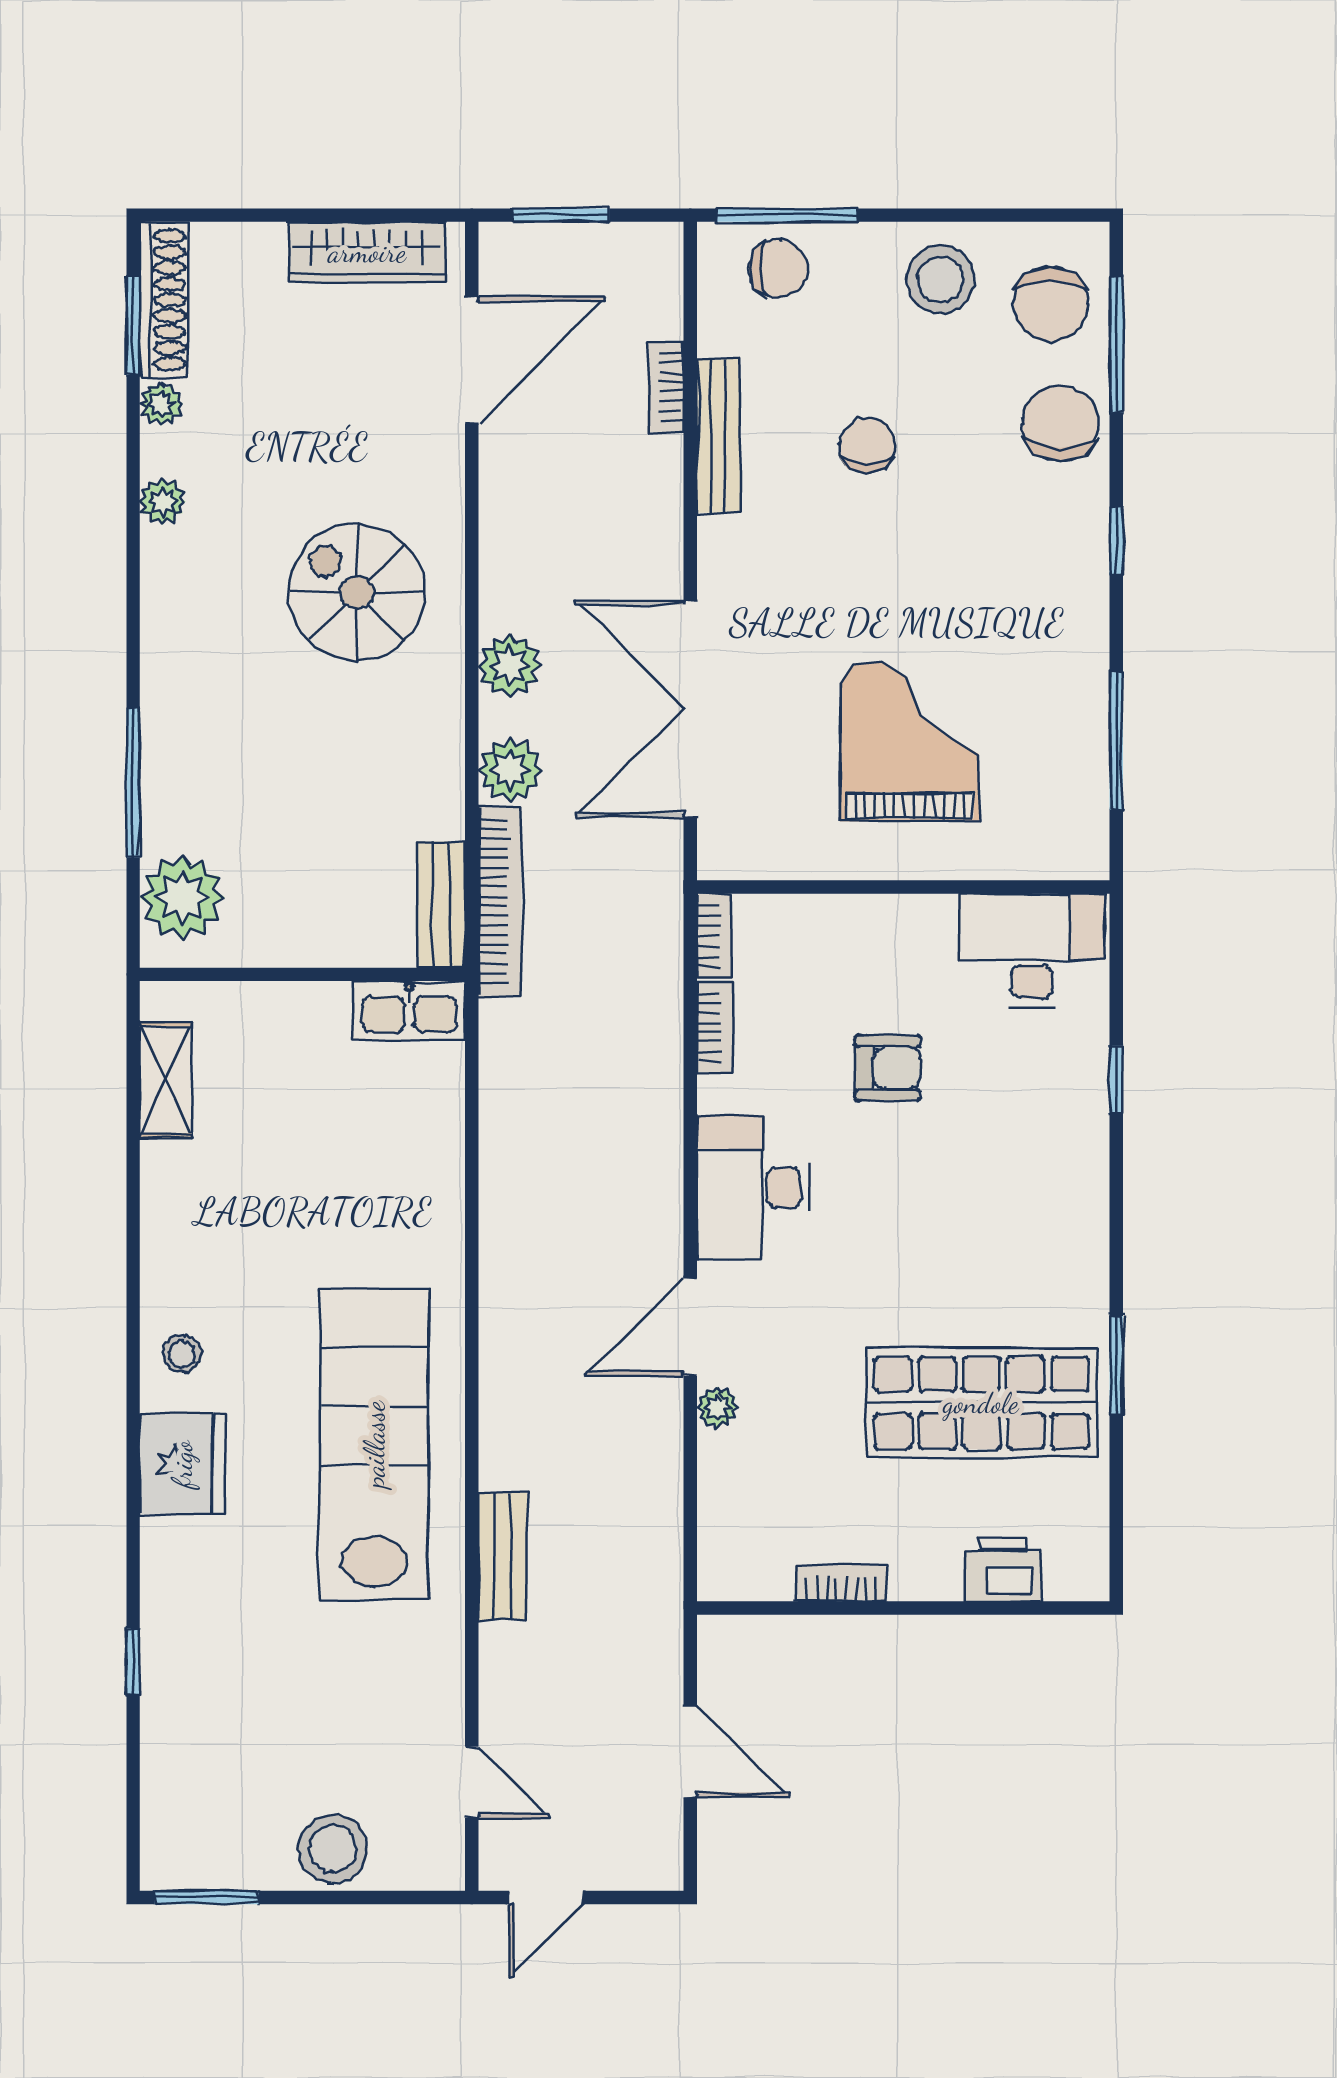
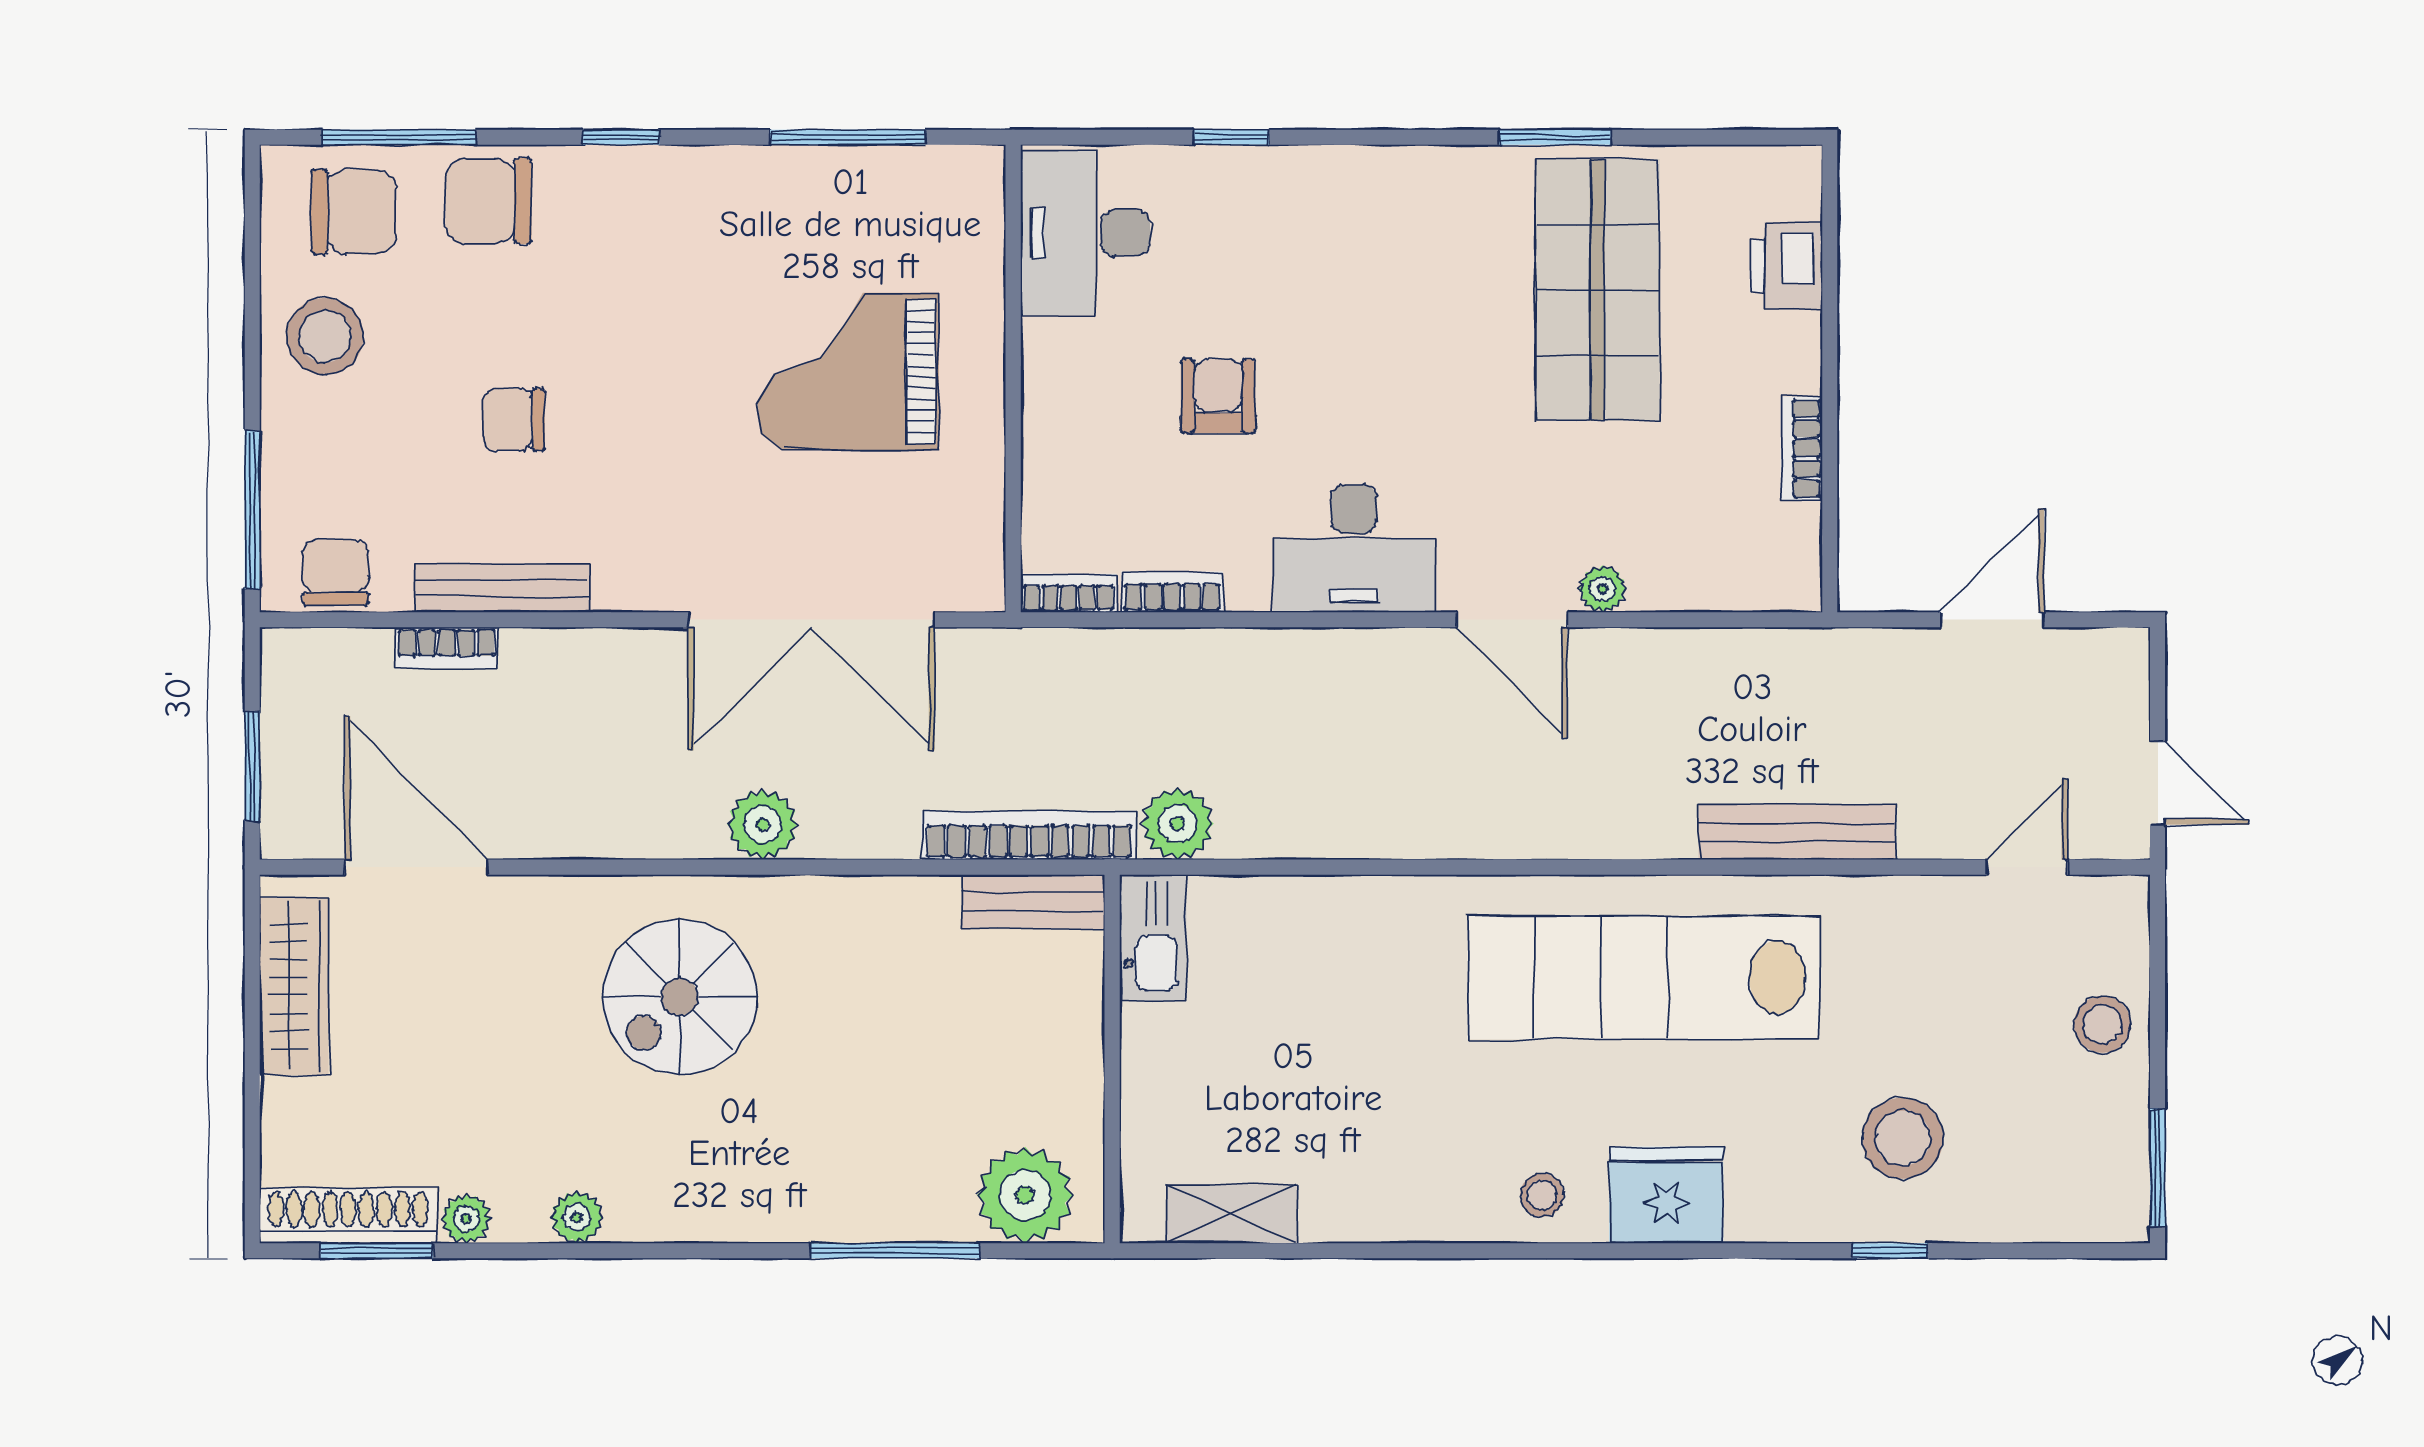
chair: (778, 269) -> (336, 572), moved
plant: (510, 770) -> (1178, 824), moved
bench: (503, 1556) -> (1797, 832), width x1.36
stool: (232, 1672) -> (1903, 1138), added
stool: (333, 1849) -> (2102, 1024), width x0.73, depth x0.73

